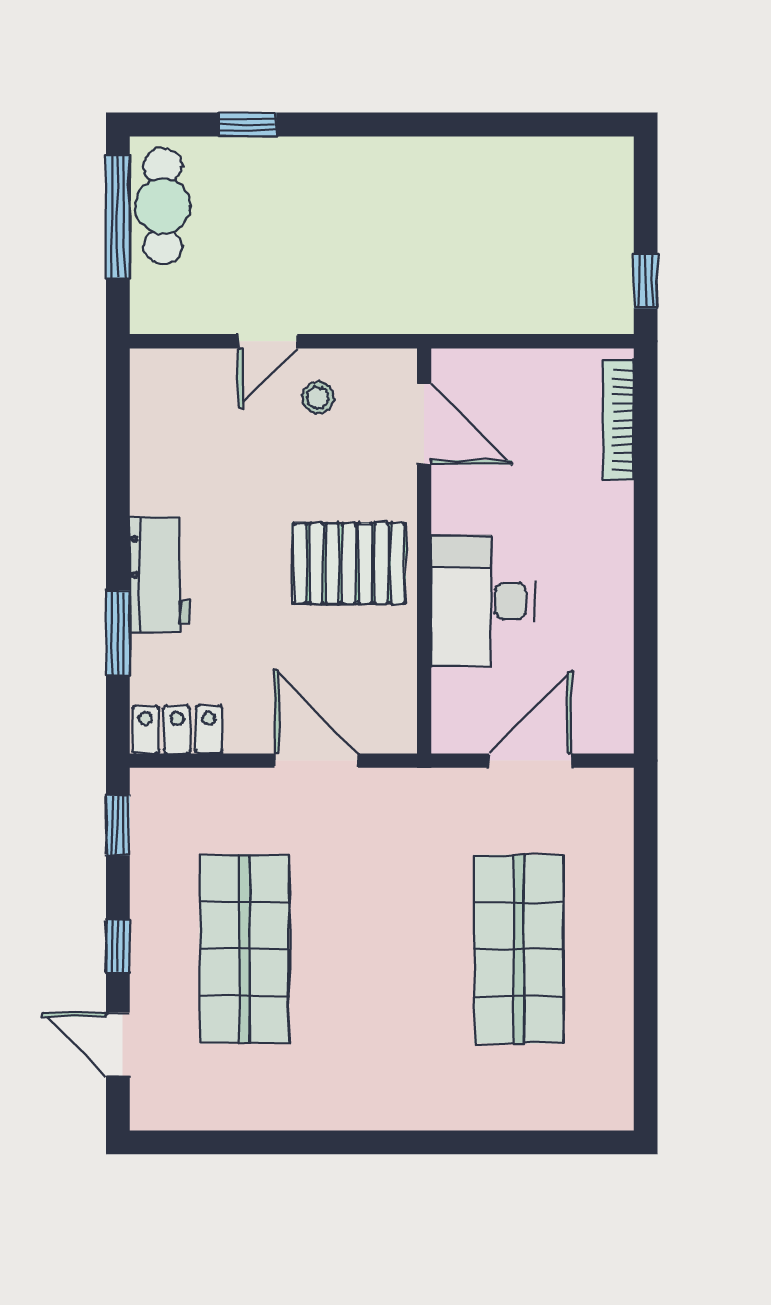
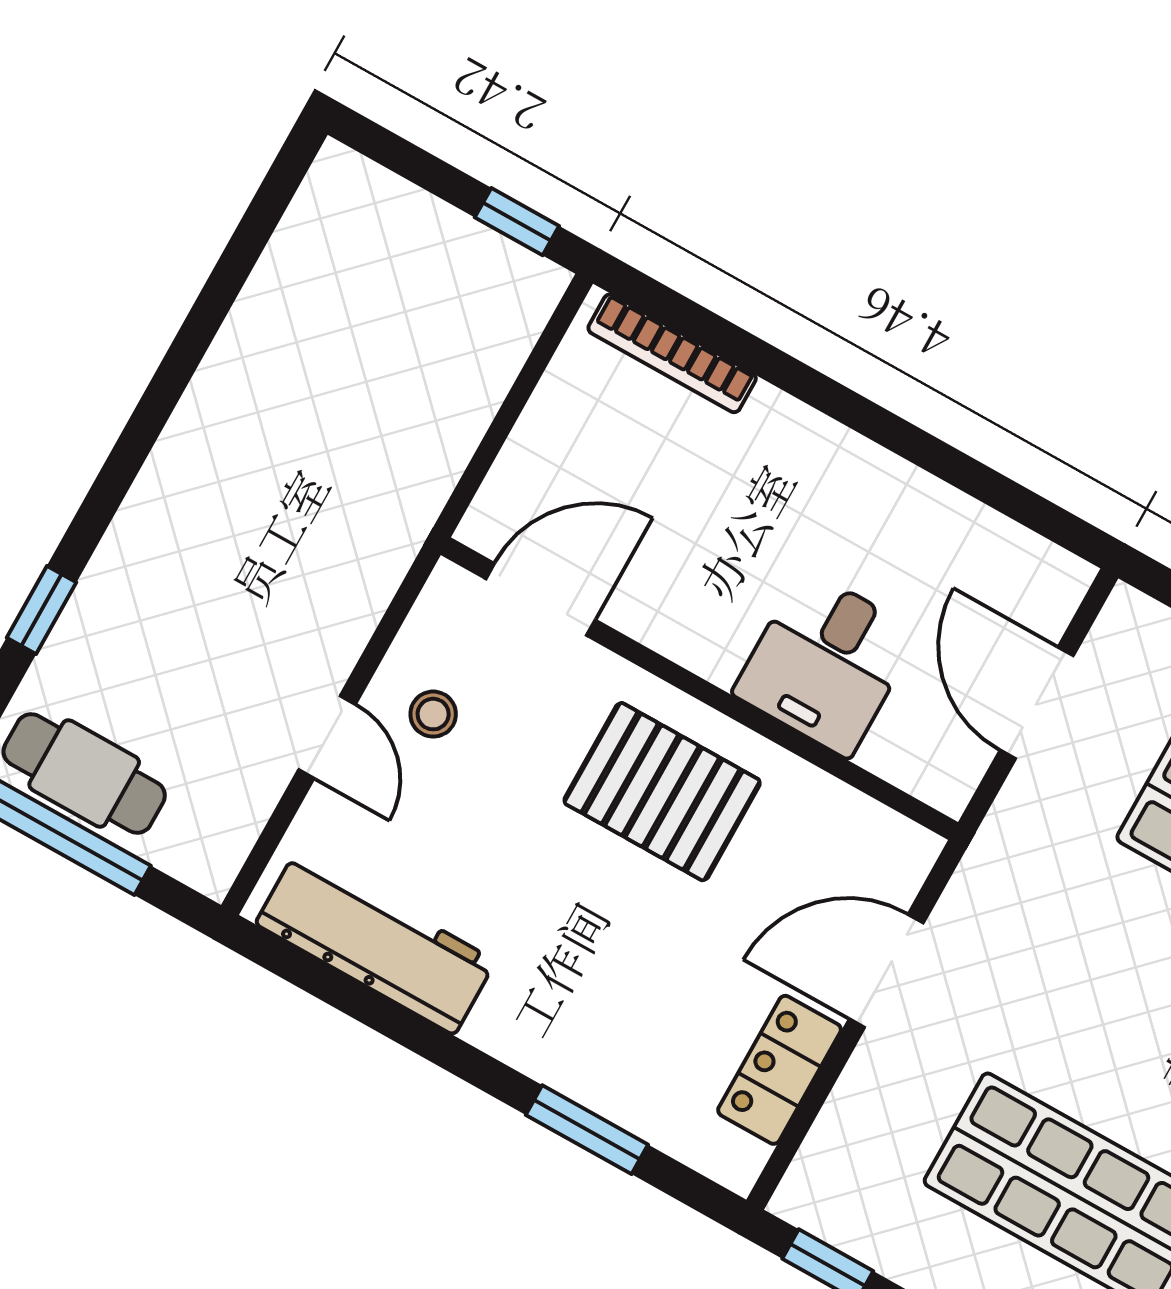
pallet: (349, 563) -> (662, 792), turned 90
workbench: (160, 575) -> (375, 942), moved, width x1.38
desk: (483, 601) -> (826, 663), width x0.73
locker: (177, 730) -> (780, 1070), moved

